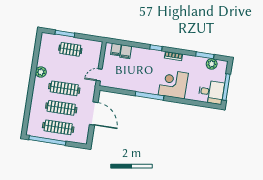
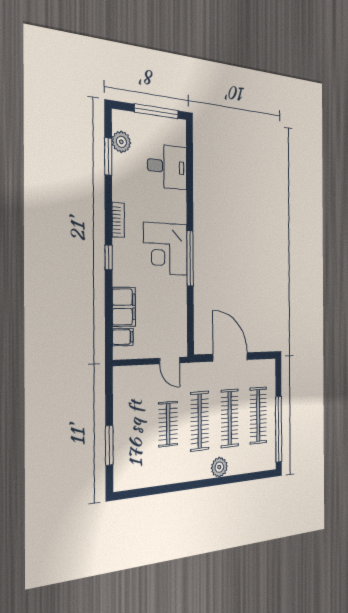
clothes rail: (70, 49) -> (168, 424), moved
filing cabinet: (126, 52) -> (124, 307), width x2.00
plant: (41, 72) -> (219, 467), moved
corner desk: (173, 84) -> (166, 249), moved
desk: (211, 92) -> (167, 167), moved, turned 90
door: (94, 113) -> (230, 357), hinge flipped

